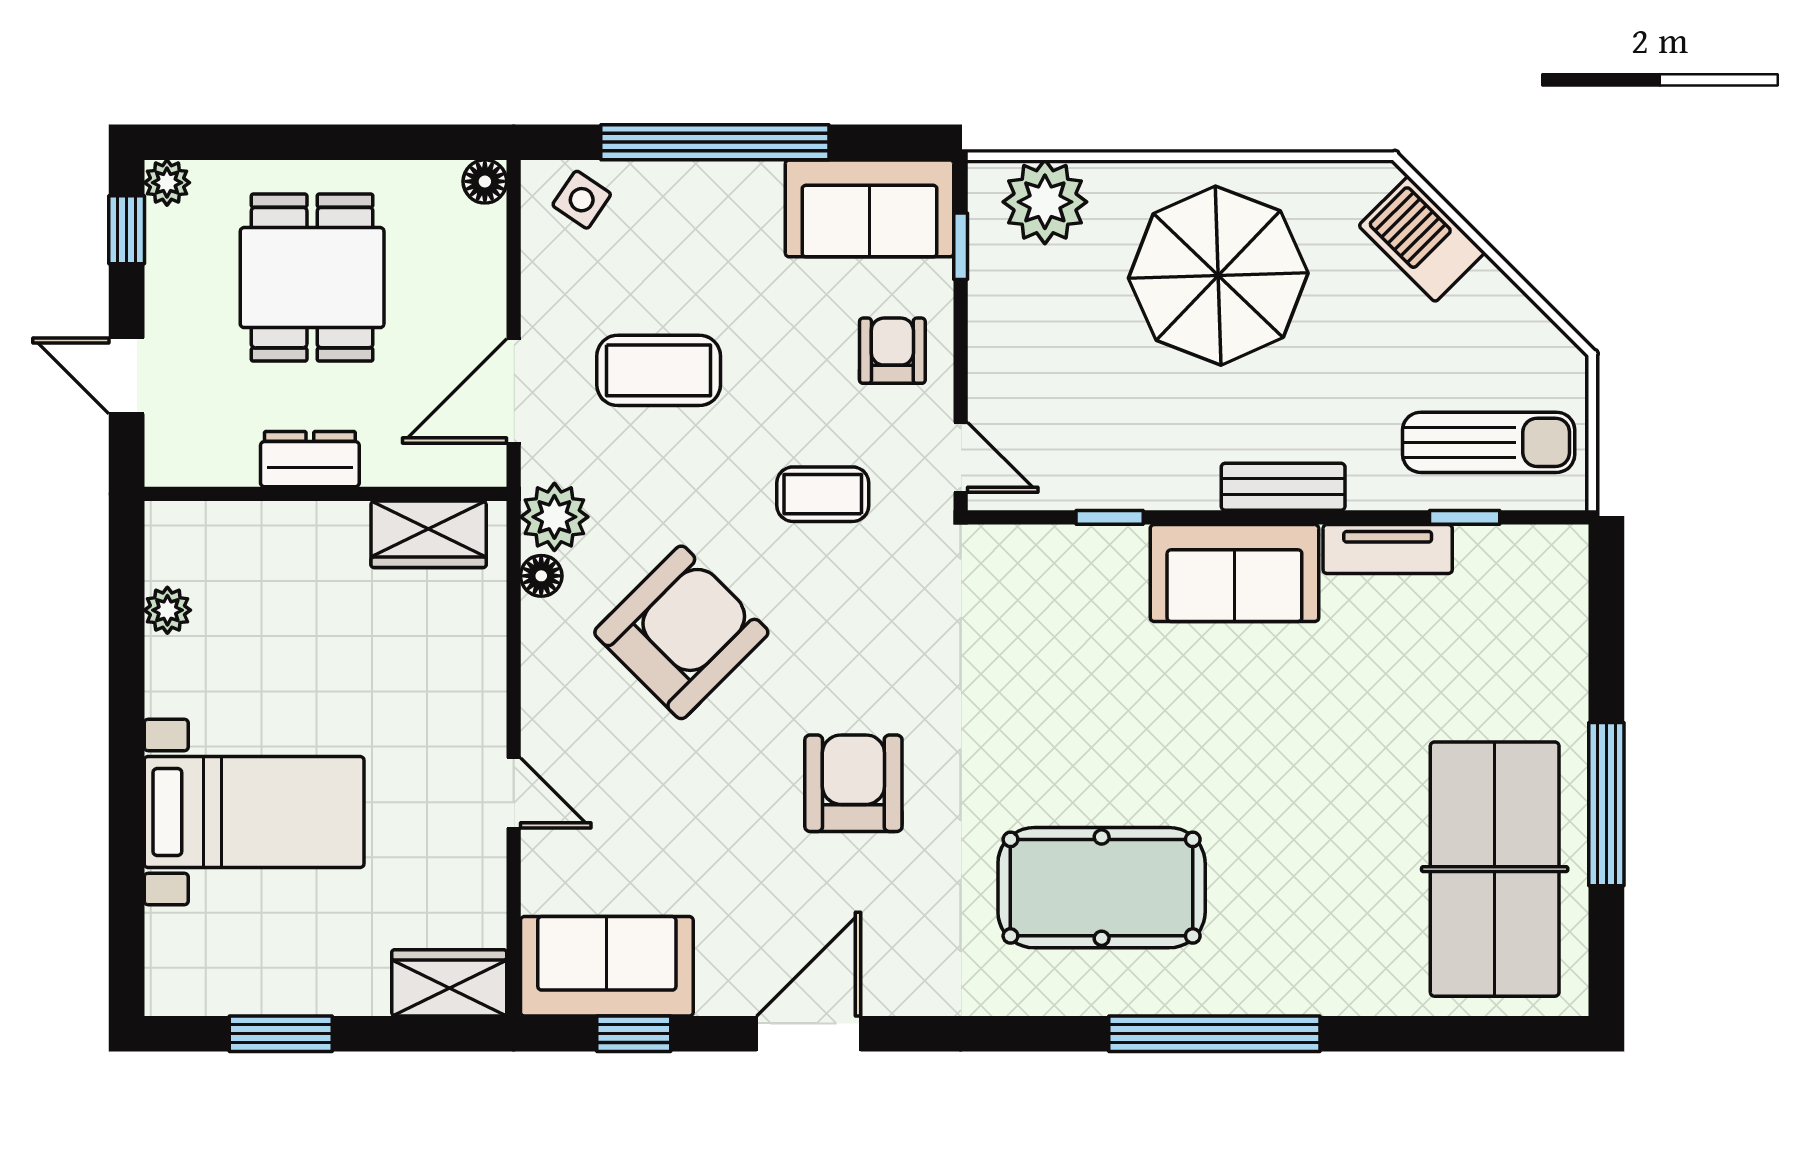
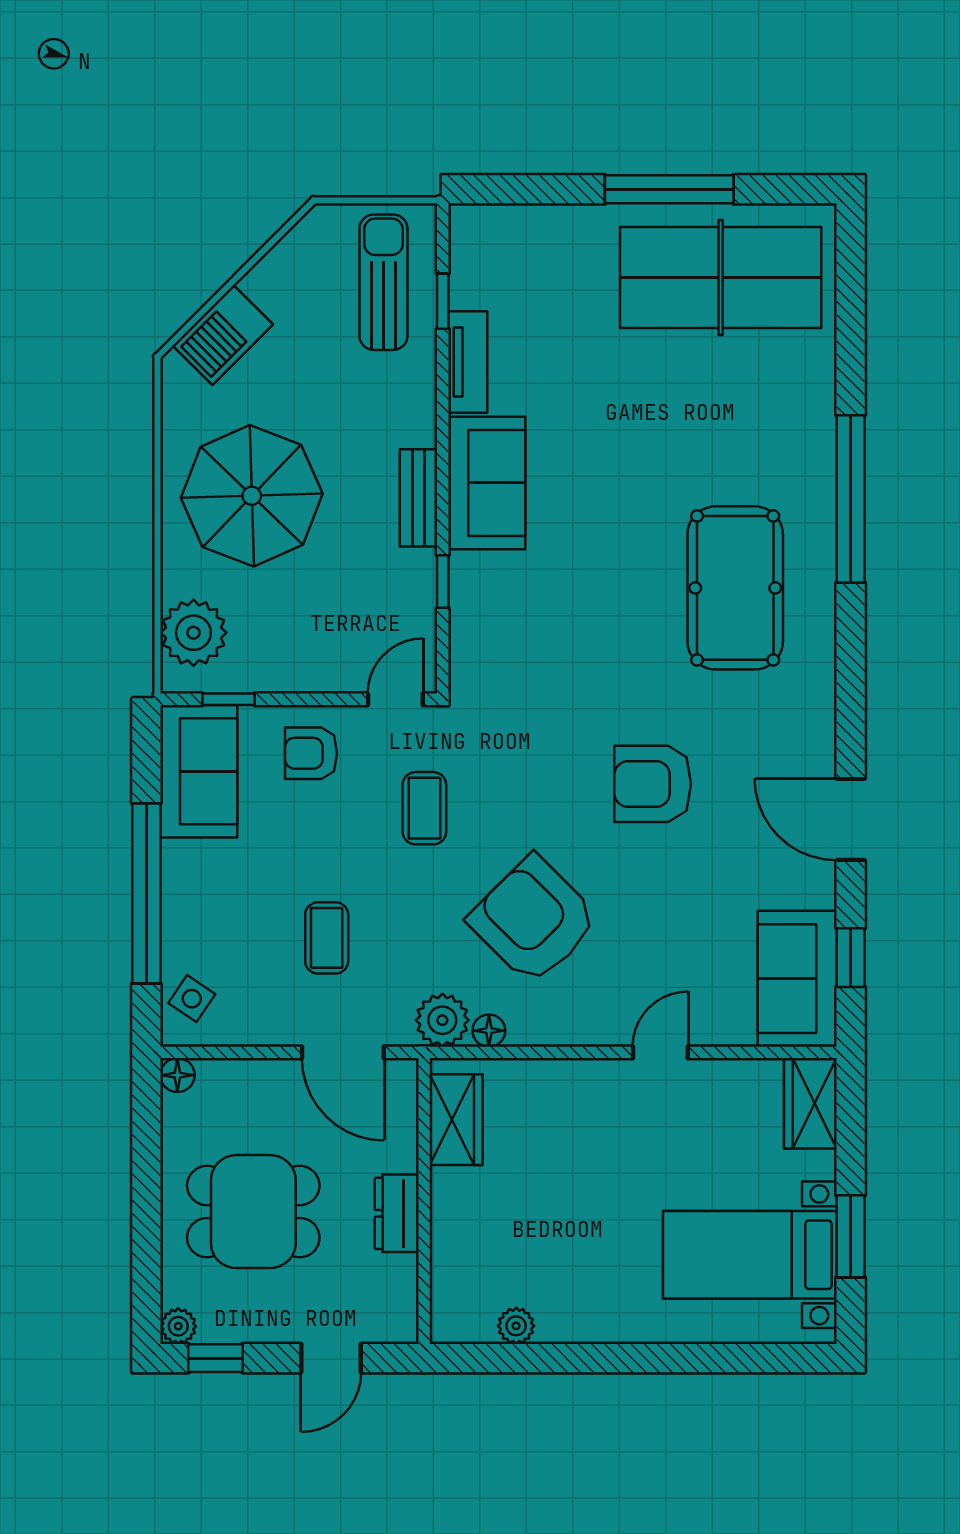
coffee table: (659, 370) -> (327, 938), width x0.73, depth x0.77
bench: (1283, 487) -> (419, 498), moved
bed with nightstands: (254, 812) -> (750, 1255), moved, turned -90

